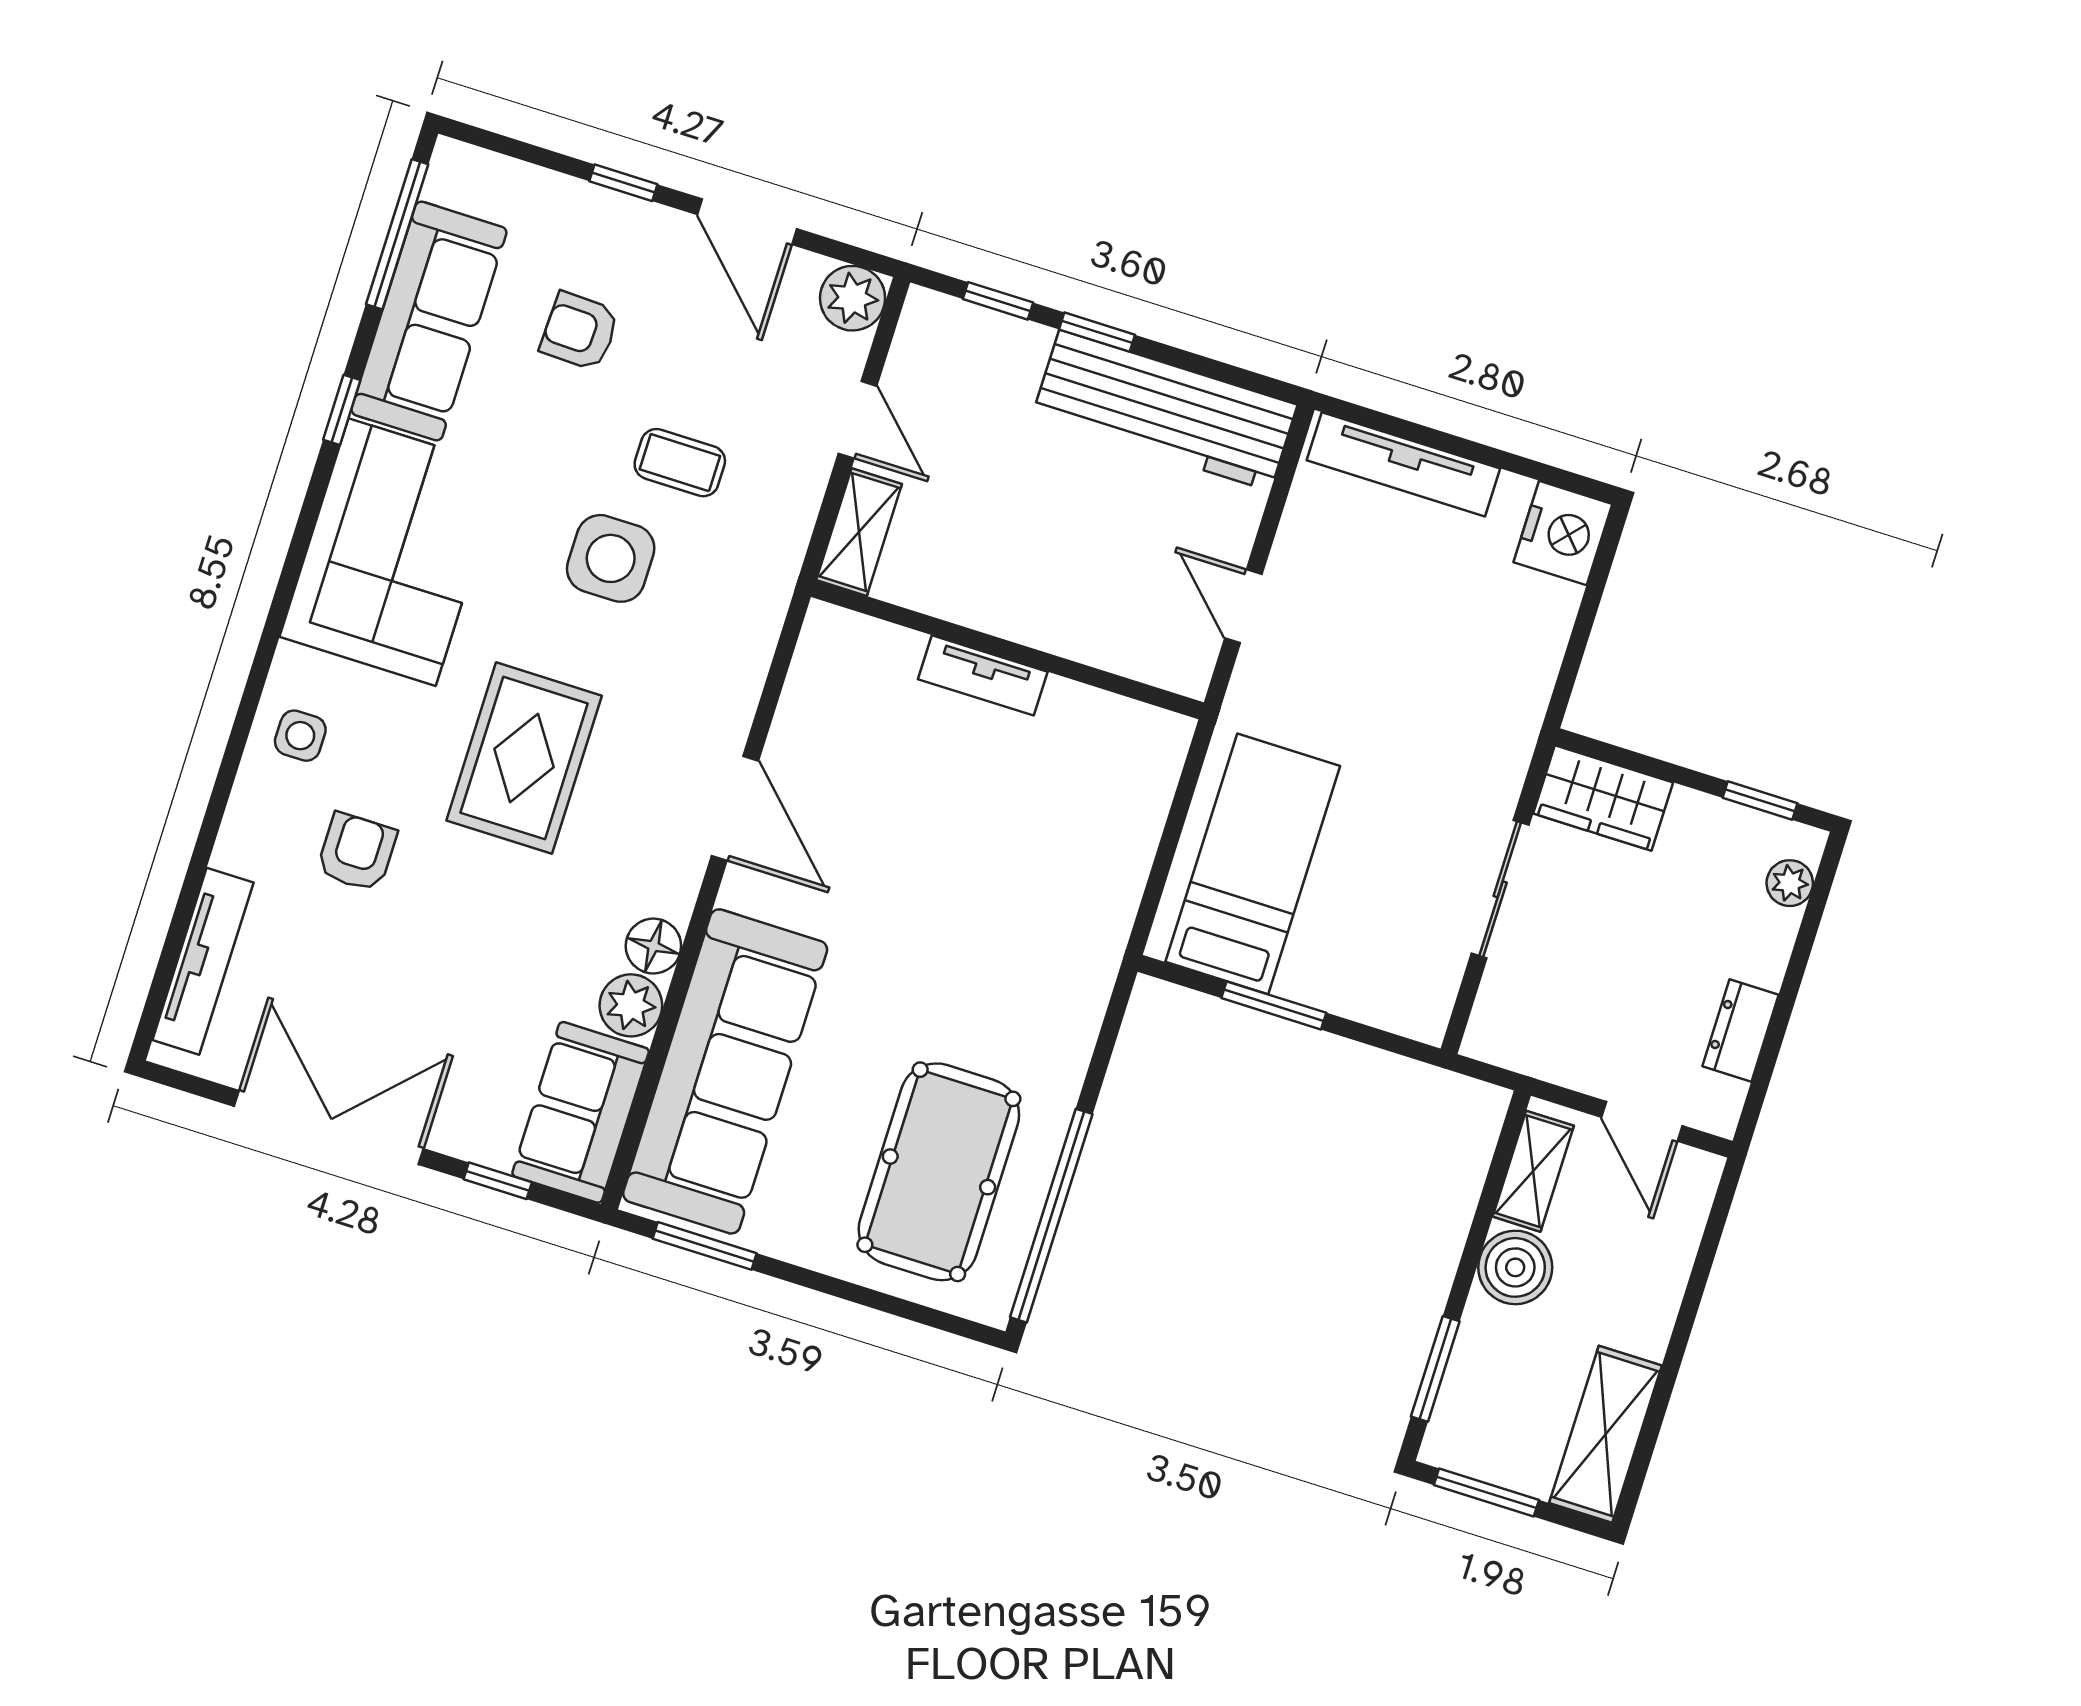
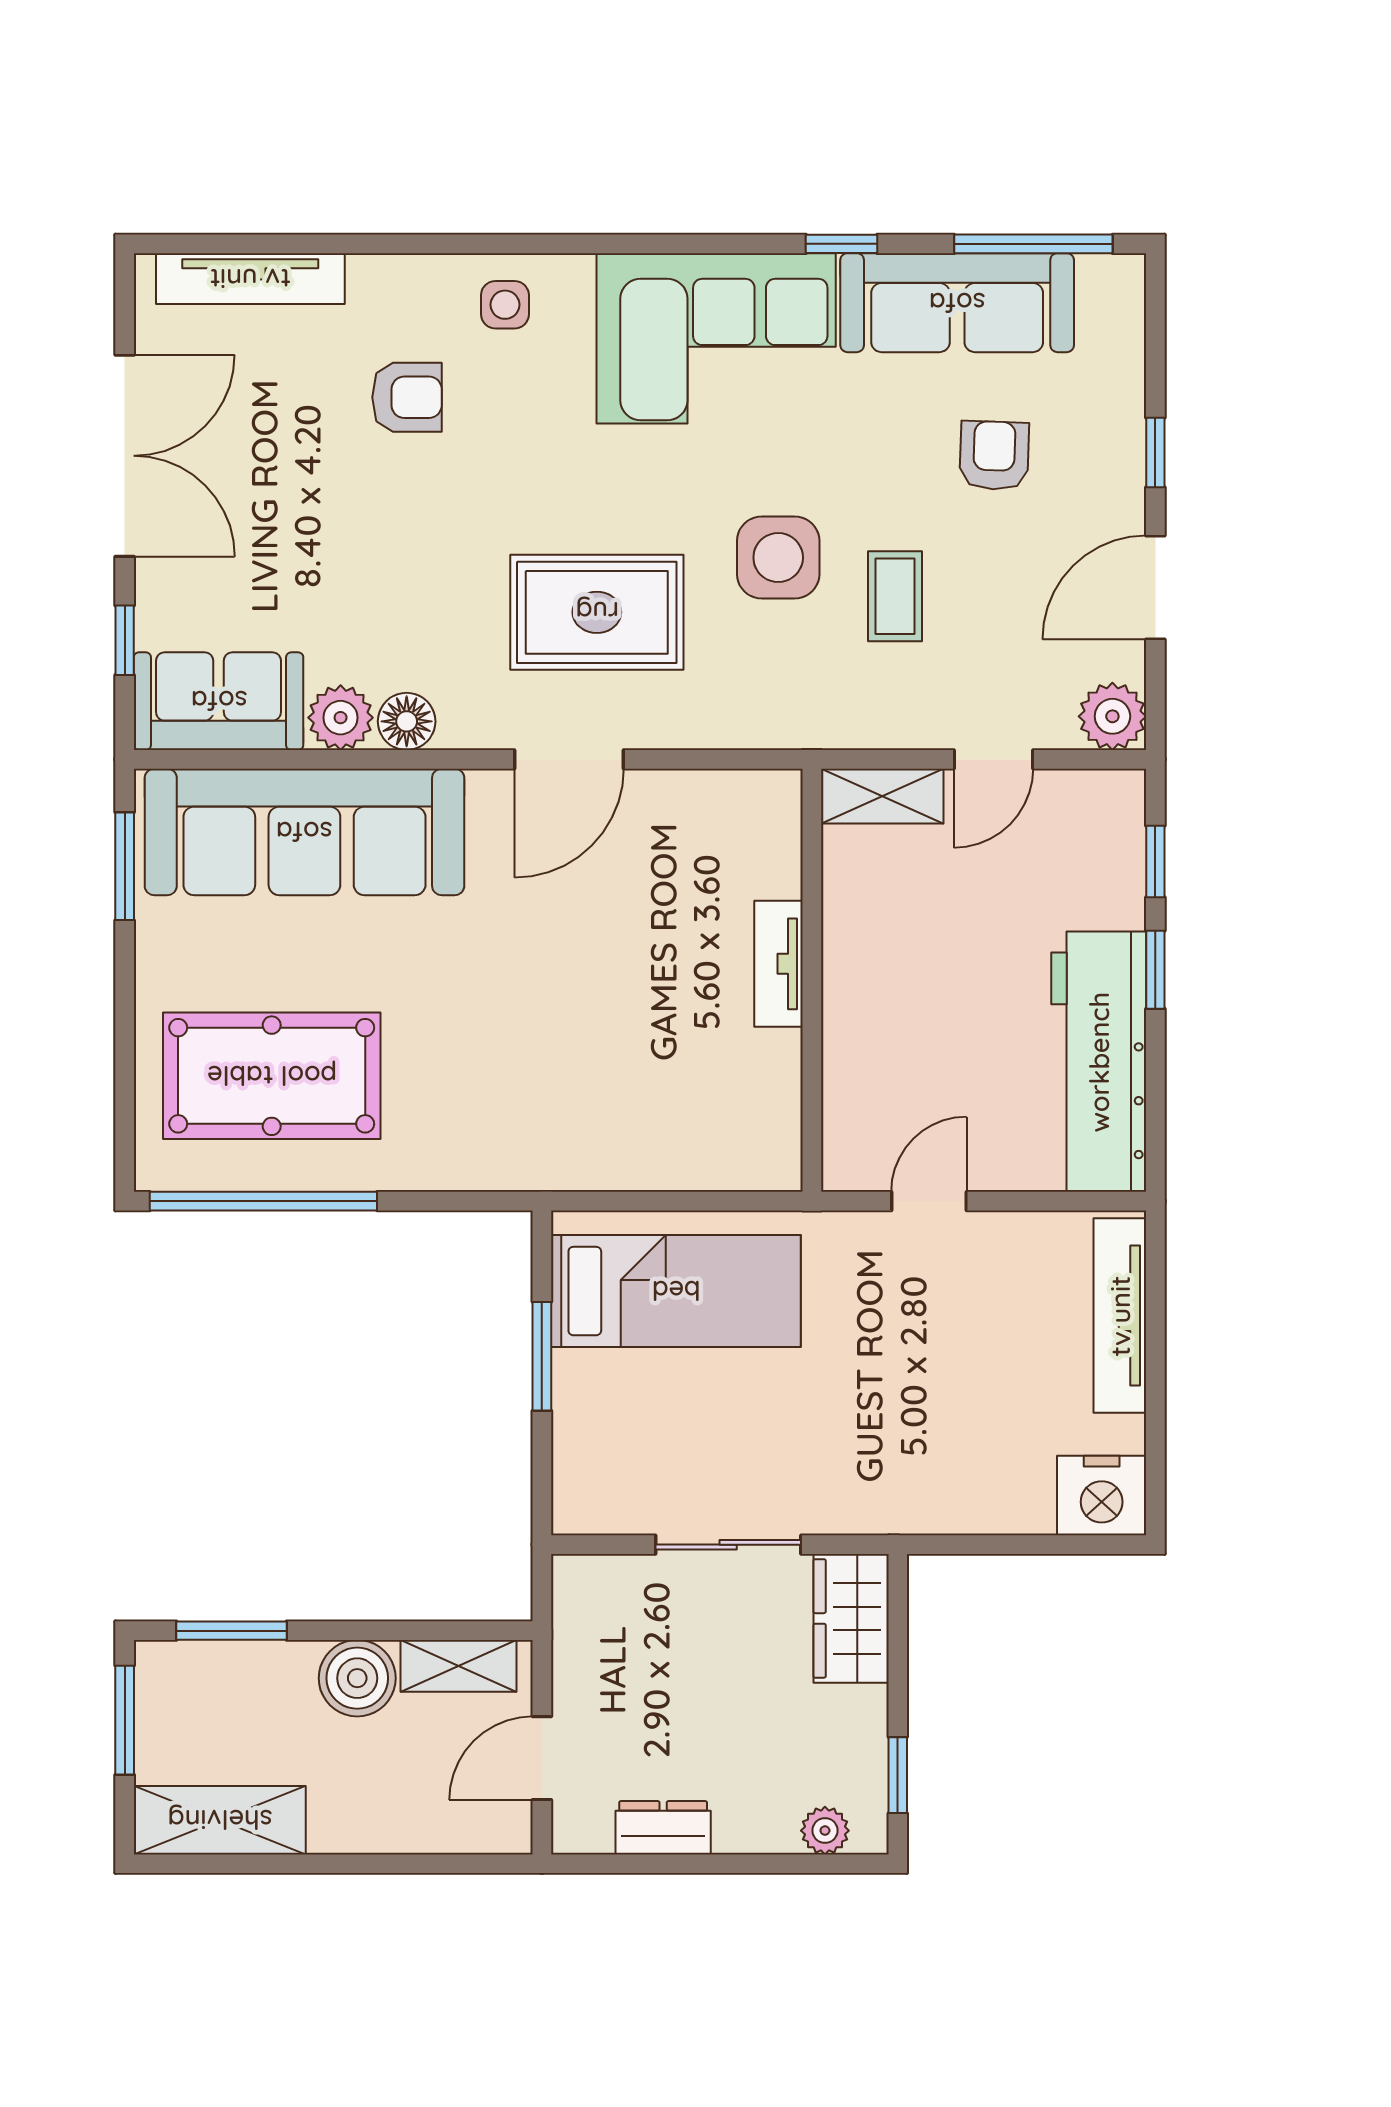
rug: (524, 758) -> (597, 612), moved

